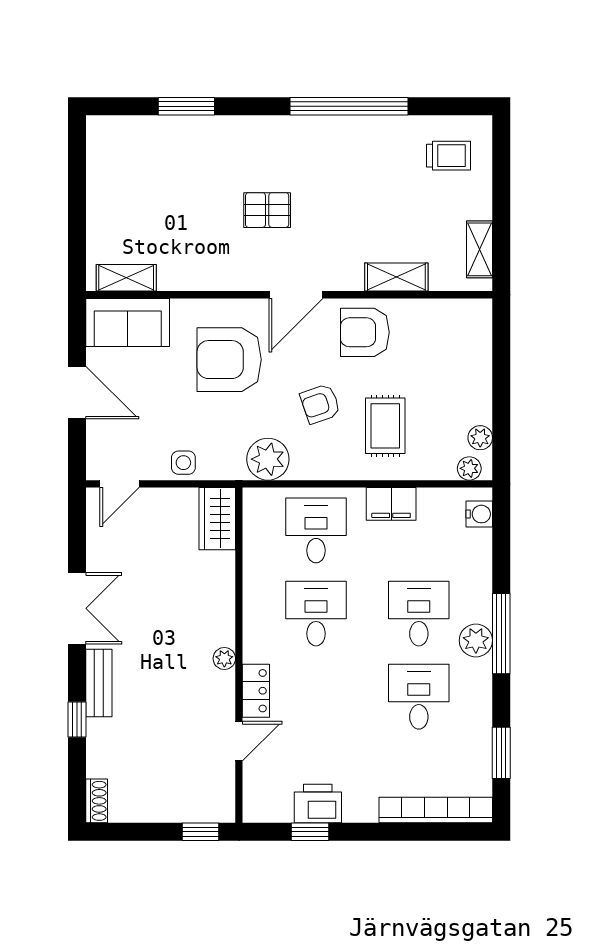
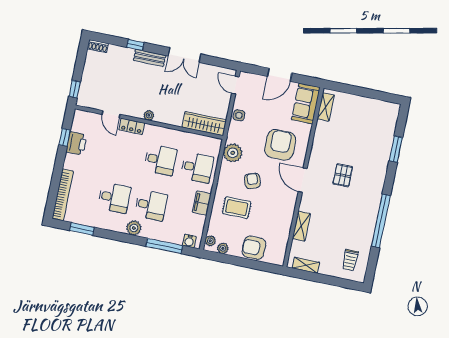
armchair: (365, 332) -> (254, 248), moved, turned -90
wardrobe: (217, 519) -> (204, 124), width x1.50
window: (501, 634) -> (164, 246), moved

